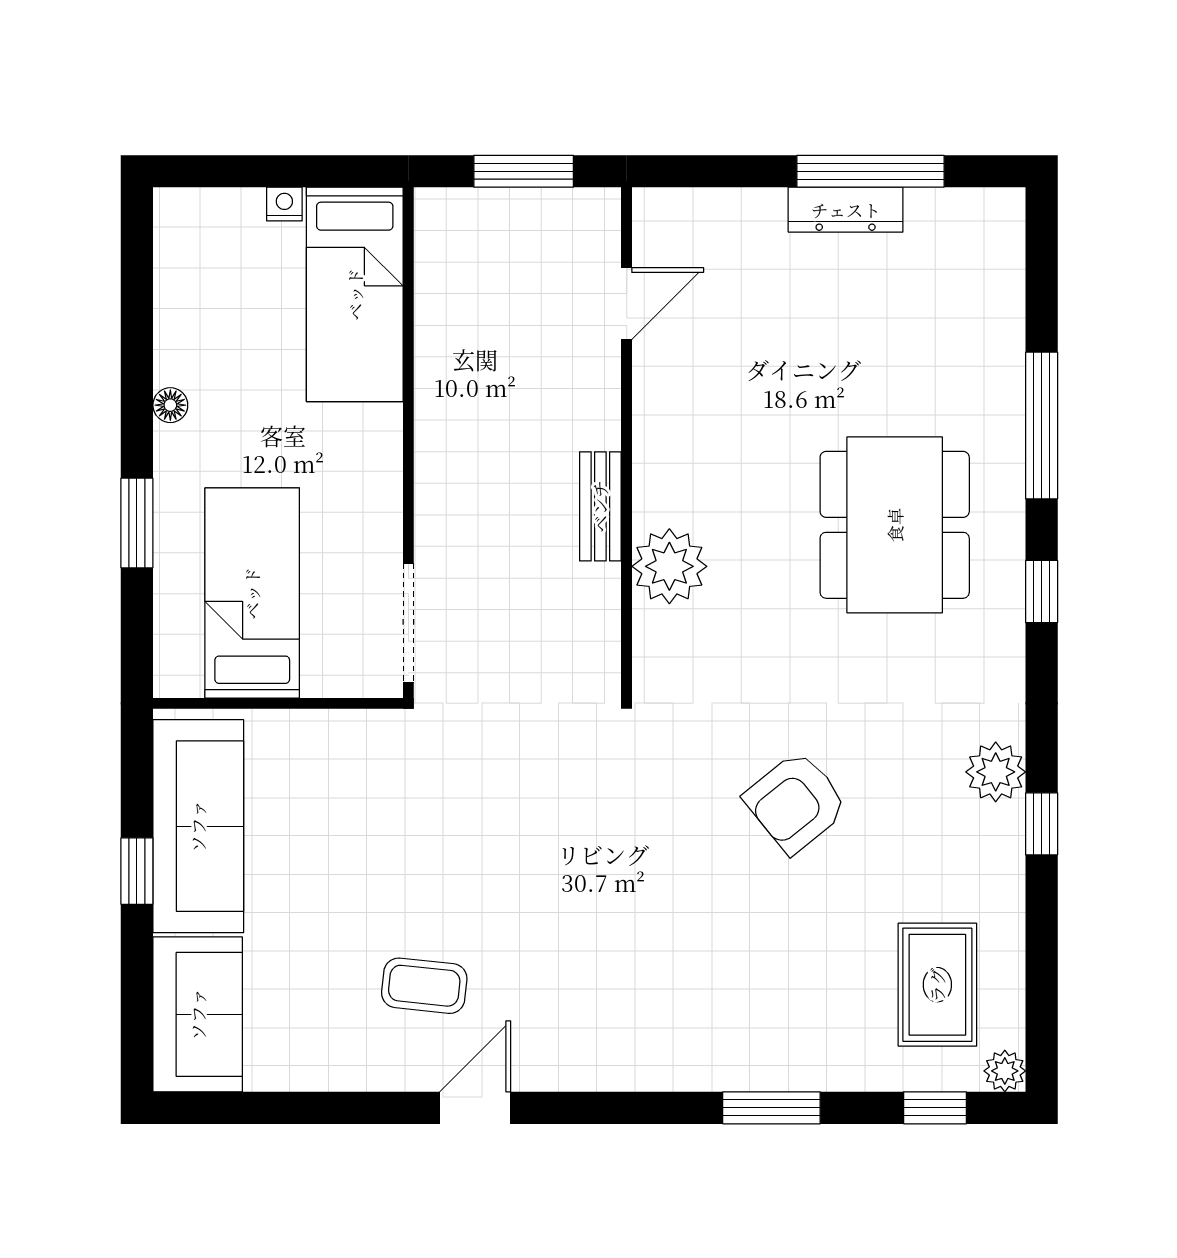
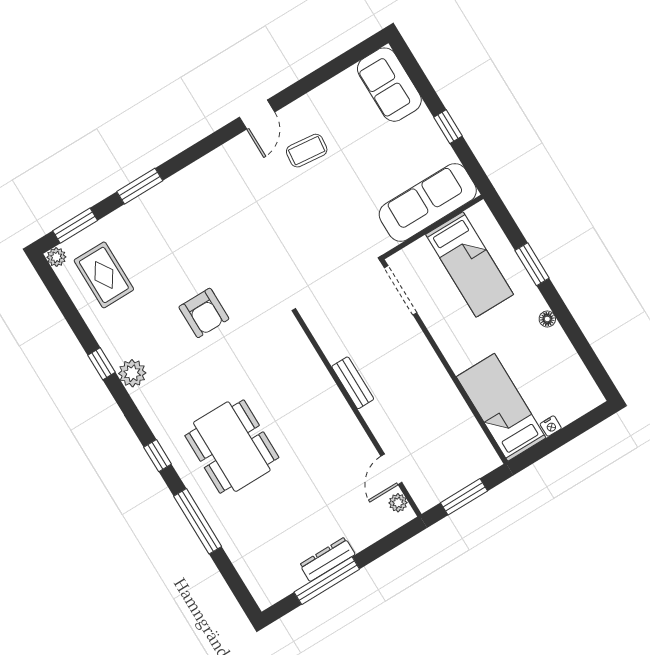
plant: (669, 566) -> (398, 503), moved, width x0.53, depth x0.53
armchair: (796, 802) -> (204, 313), turned 129
sofa: (198, 826) -> (428, 202), moved, turned 90
window: (935, 1108) -> (75, 226), width x1.50

